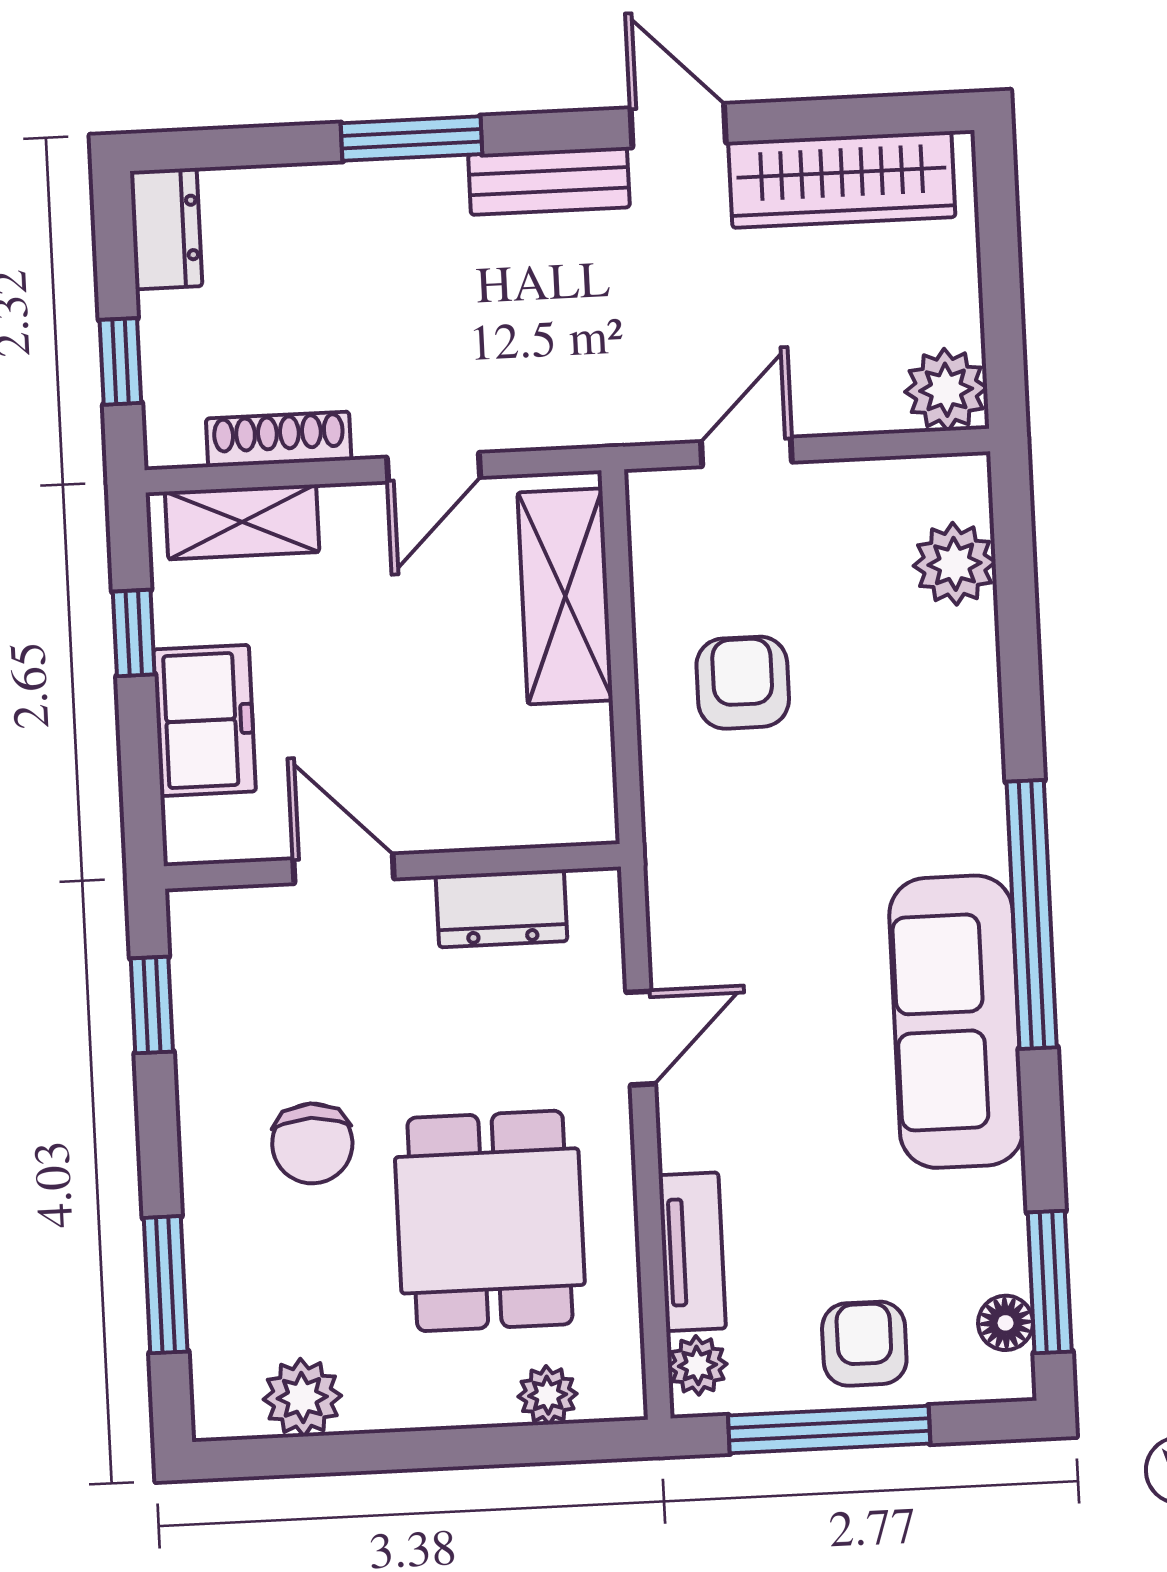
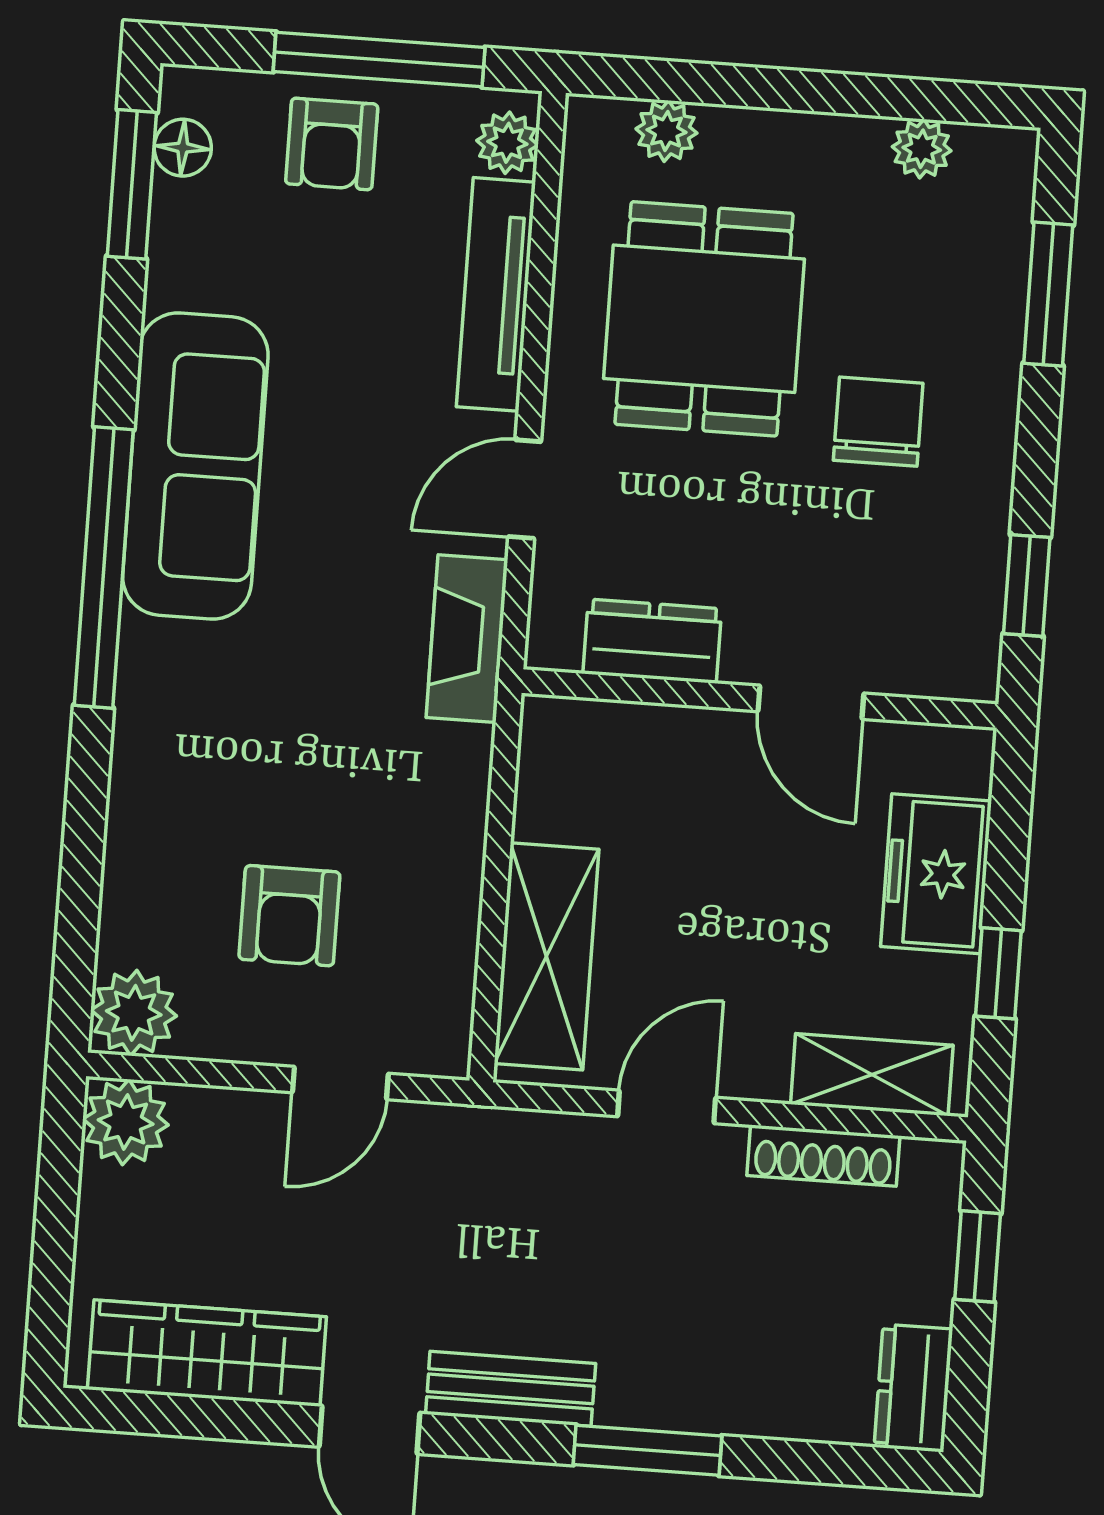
plant: (955, 564) -> (134, 1013), moved
armchair: (743, 683) -> (289, 916), moved
fireplace: (678, 889) -> (467, 639), added
tv unit: (692, 1252) -> (496, 294), width x1.41
plant: (302, 1397) -> (922, 149), width x0.73, depth x0.73

